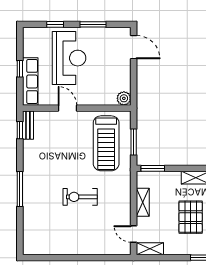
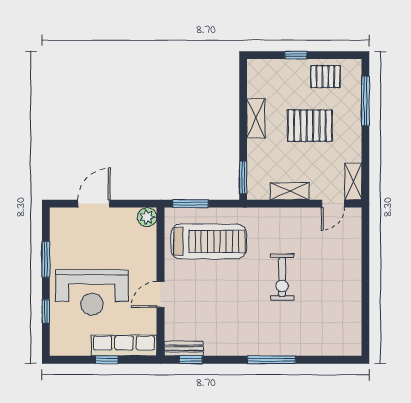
door: (134, 47) -> (94, 204), moved
reception desk: (69, 58) -> (92, 292), turned 180
window: (134, 142) -> (191, 204), moved

